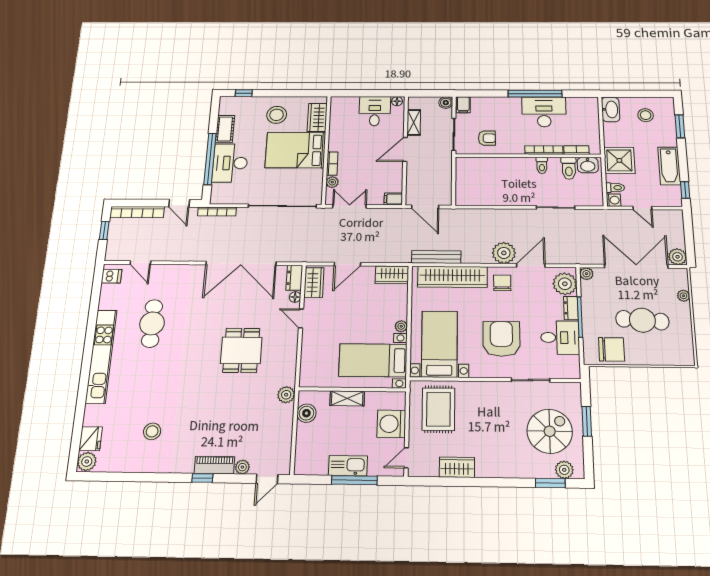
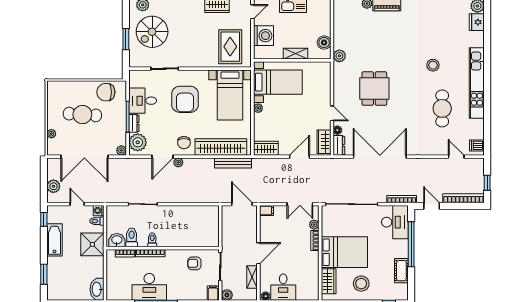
stool: (646, 115) -> (70, 284), removed
desk: (230, 163) -> (395, 222), moved
plant: (504, 253) -> (178, 162), width x0.53, depth x0.53
plant: (678, 257) -> (53, 186), moved
stool: (152, 431) -> (433, 65), moved

